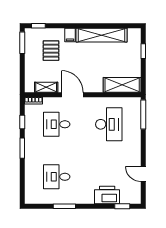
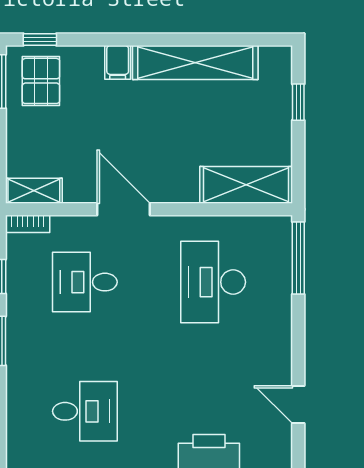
pallet: (51, 51) -> (41, 81), moved
shelving: (46, 87) -> (34, 191), moved
desk: (109, 124) -> (213, 282), turned 180
desk: (57, 177) -> (85, 411), turned 180

